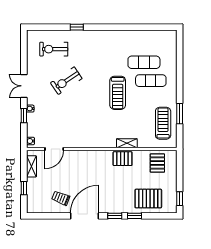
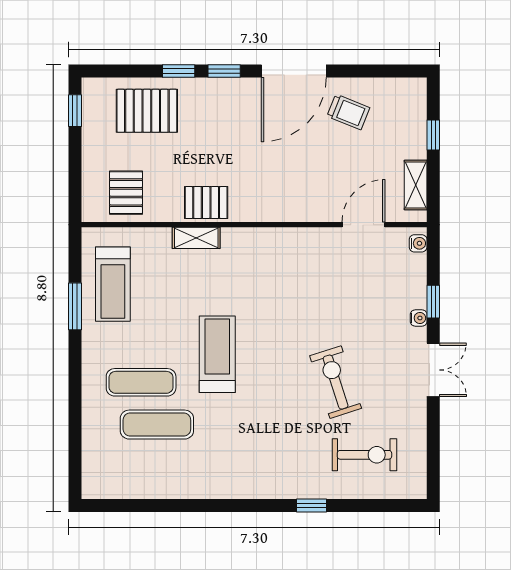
exercise bike: (66, 81) -> (336, 382), turned -74

